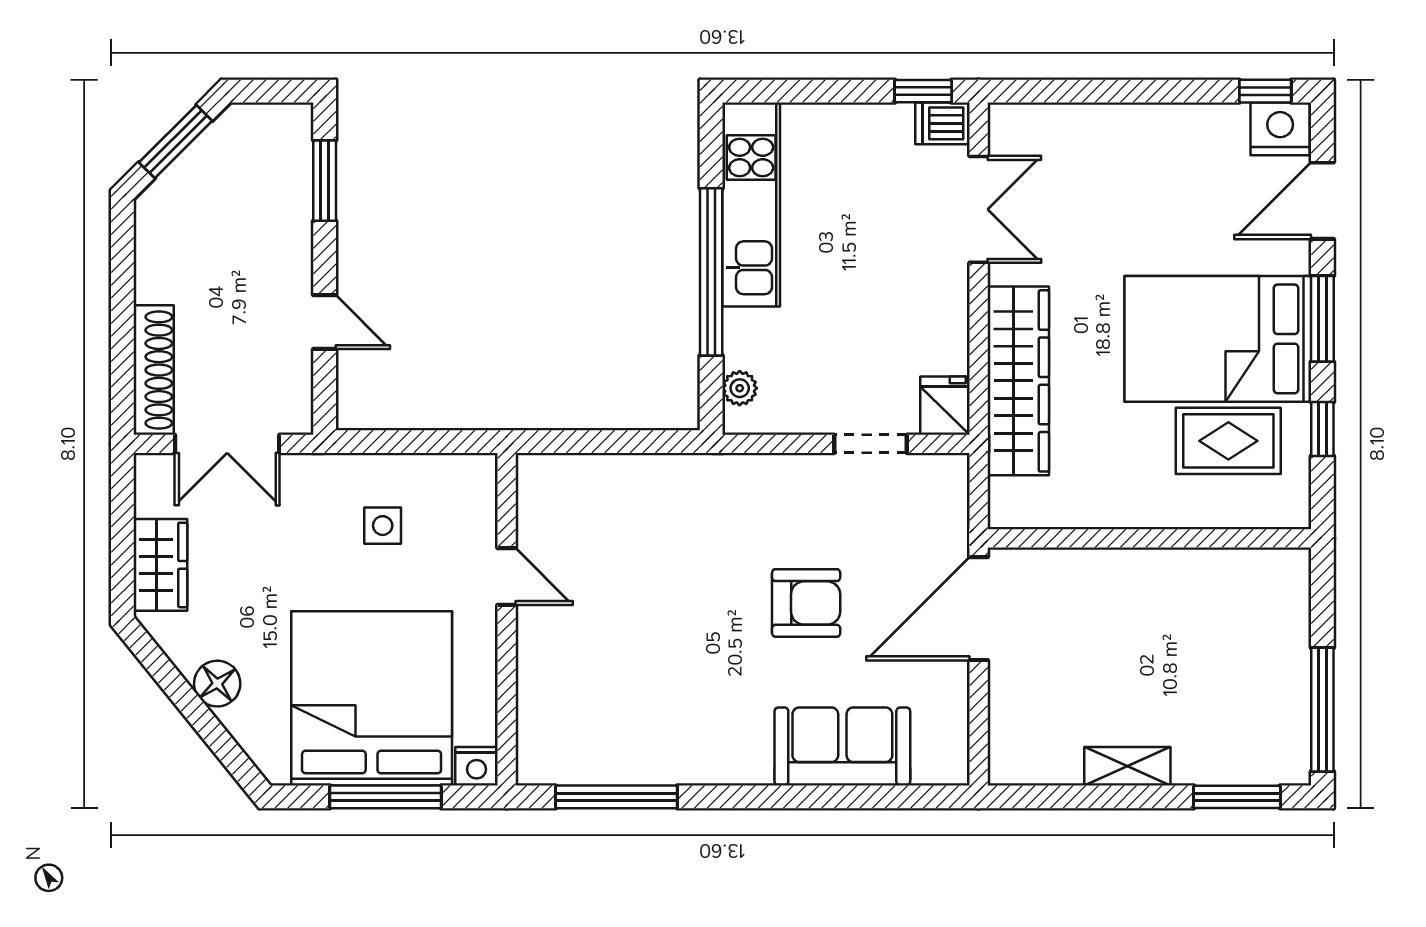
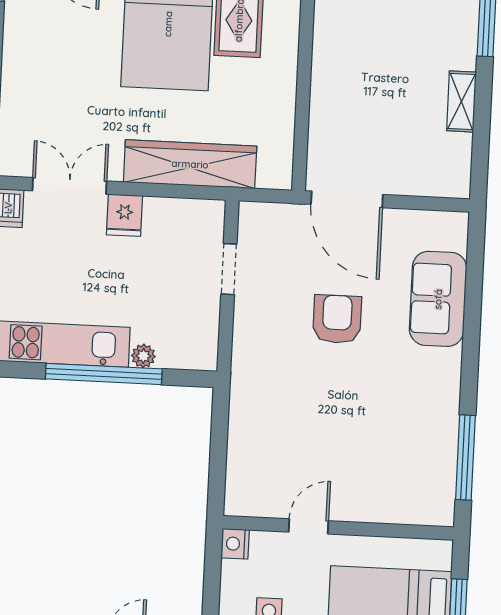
plant: (740, 388) -> (143, 356), moved
fridge: (945, 406) -> (124, 215), moved, turned -90
nightstand: (477, 766) -> (235, 544), moved, turned 180

